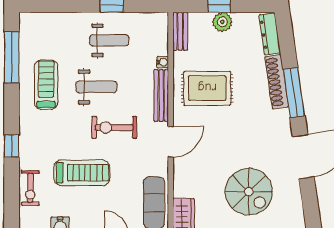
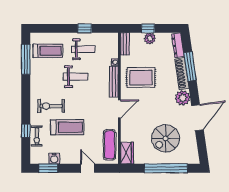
treadmill: (46, 85) -> (48, 51), moved, turned 90
window: (294, 92) -> (190, 66), moved
plant: (278, 123) -> (183, 98), added
exercise bike: (114, 127) -> (51, 106), moved
window: (12, 146) -> (26, 131), moved
spiral stairs: (249, 192) -> (166, 138), turned 90

